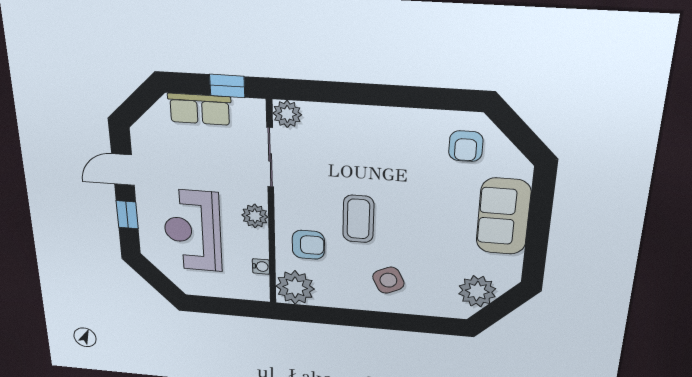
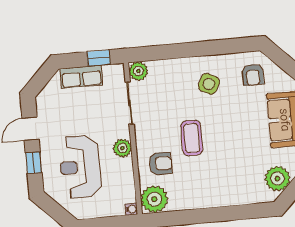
water cooler: (261, 266) -> (131, 209), moved
side table: (388, 280) -> (209, 84), moved, turned -37

